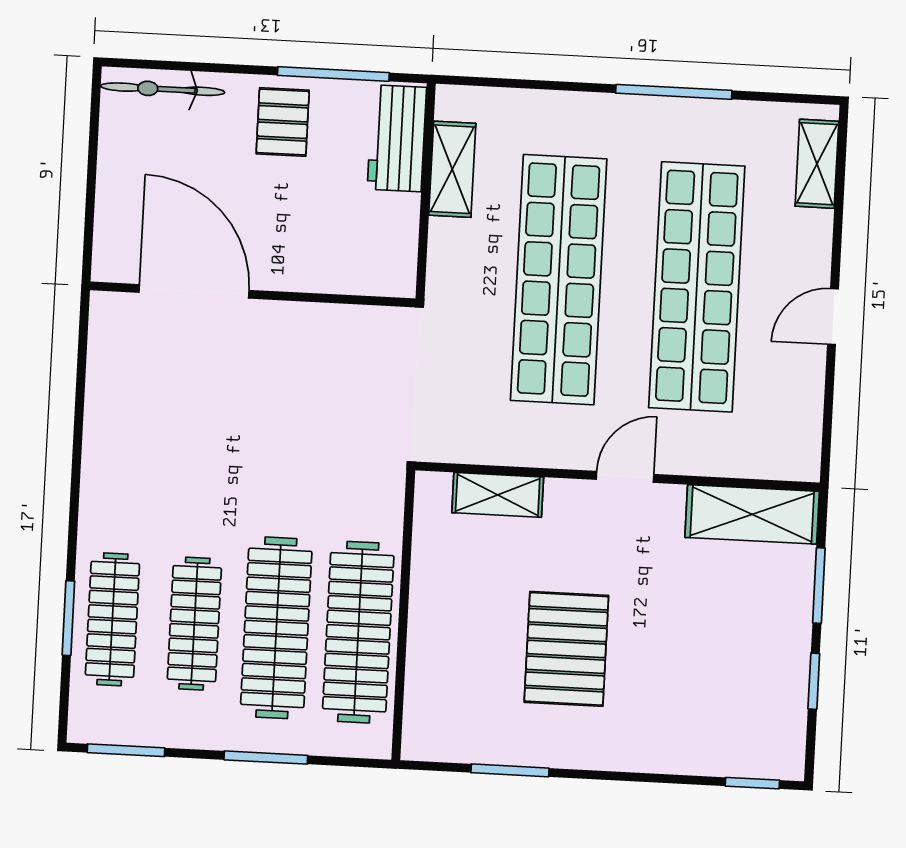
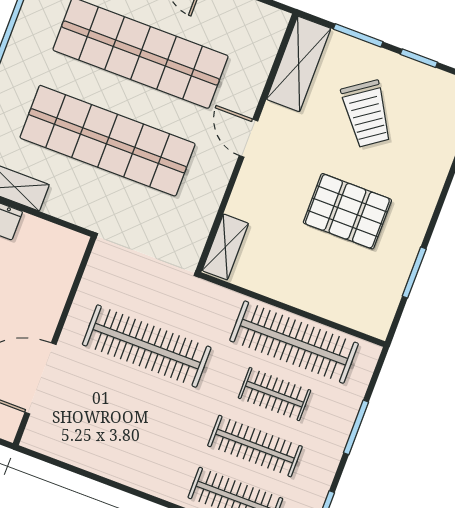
clothes rail: (287, 426) -> (147, 346), added
shelving: (498, 495) -> (225, 247), moved
clothes rail: (276, 628) -> (274, 394), width x0.54, depth x0.76
trolley: (712, 632) -> (367, 114), added

